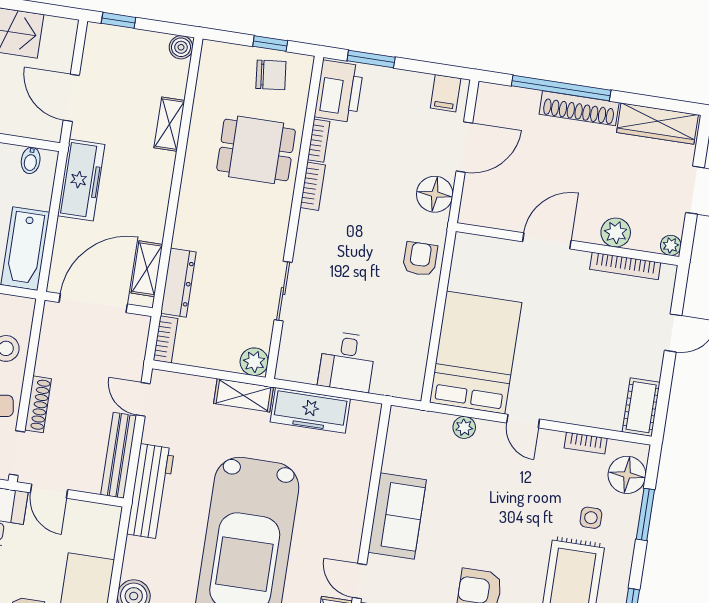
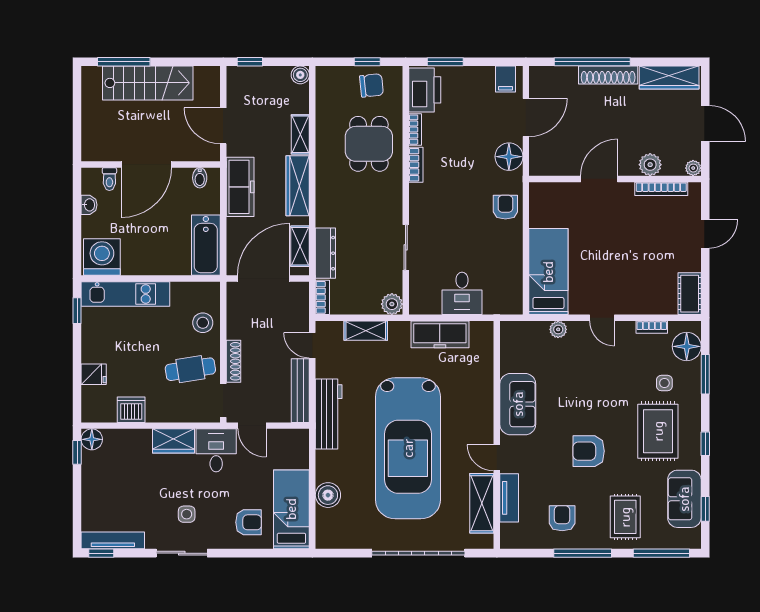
dining table: (256, 150) -> (369, 144), turned 90
wardrobe: (156, 190) -> (298, 186), added
bed: (476, 353) -> (548, 272), width x0.67
shelving: (244, 395) -> (366, 331), moved

